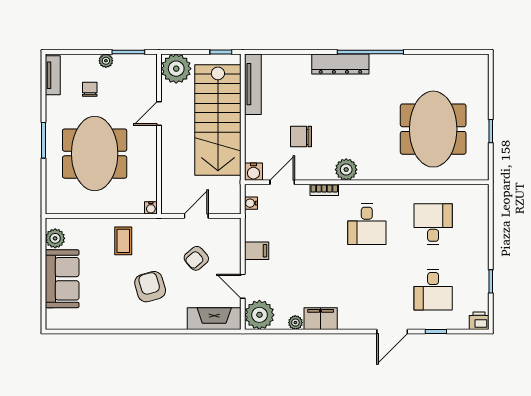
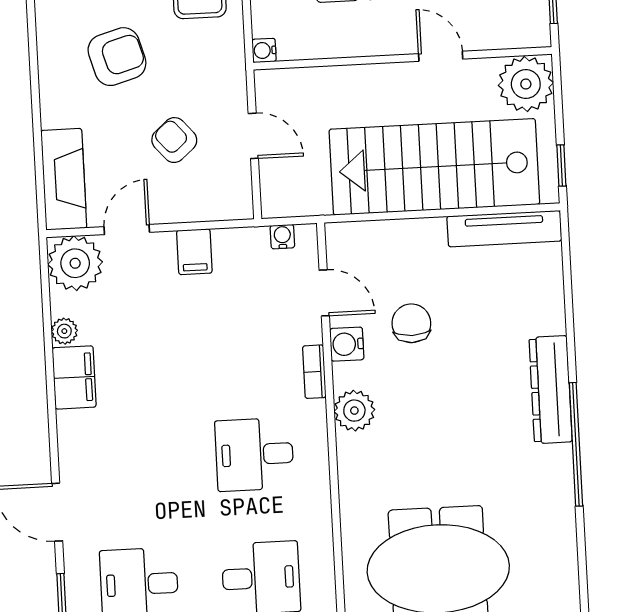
water cooler: (253, 172) -> (347, 344), moved

